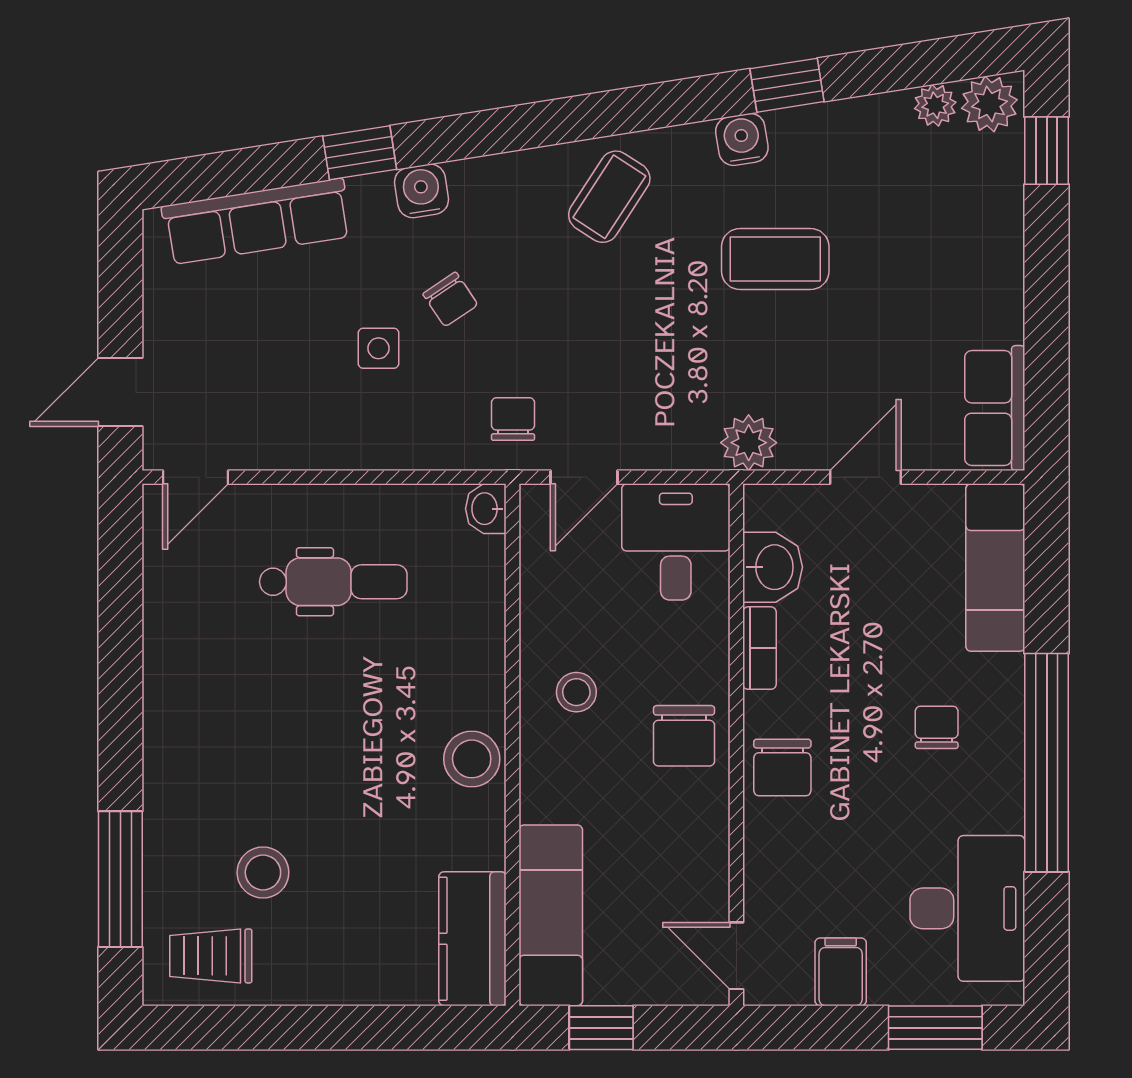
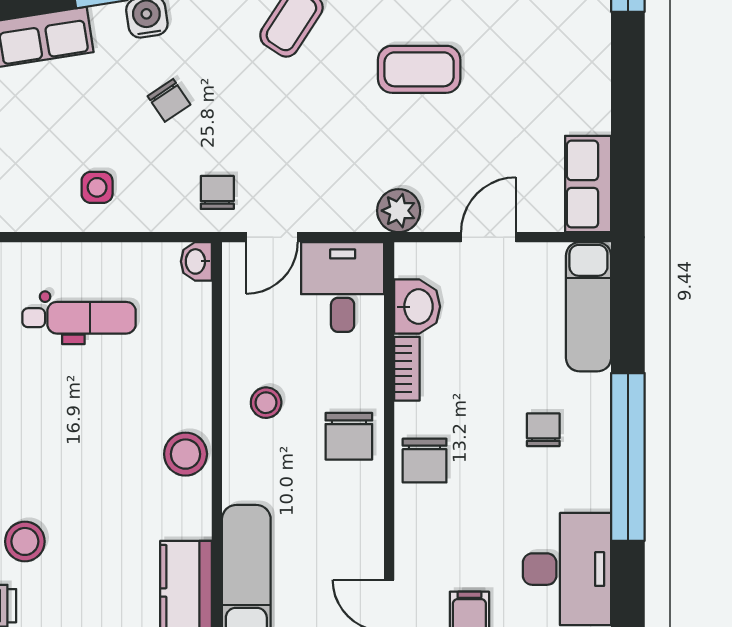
side table: (378, 348) -> (97, 187), moved

